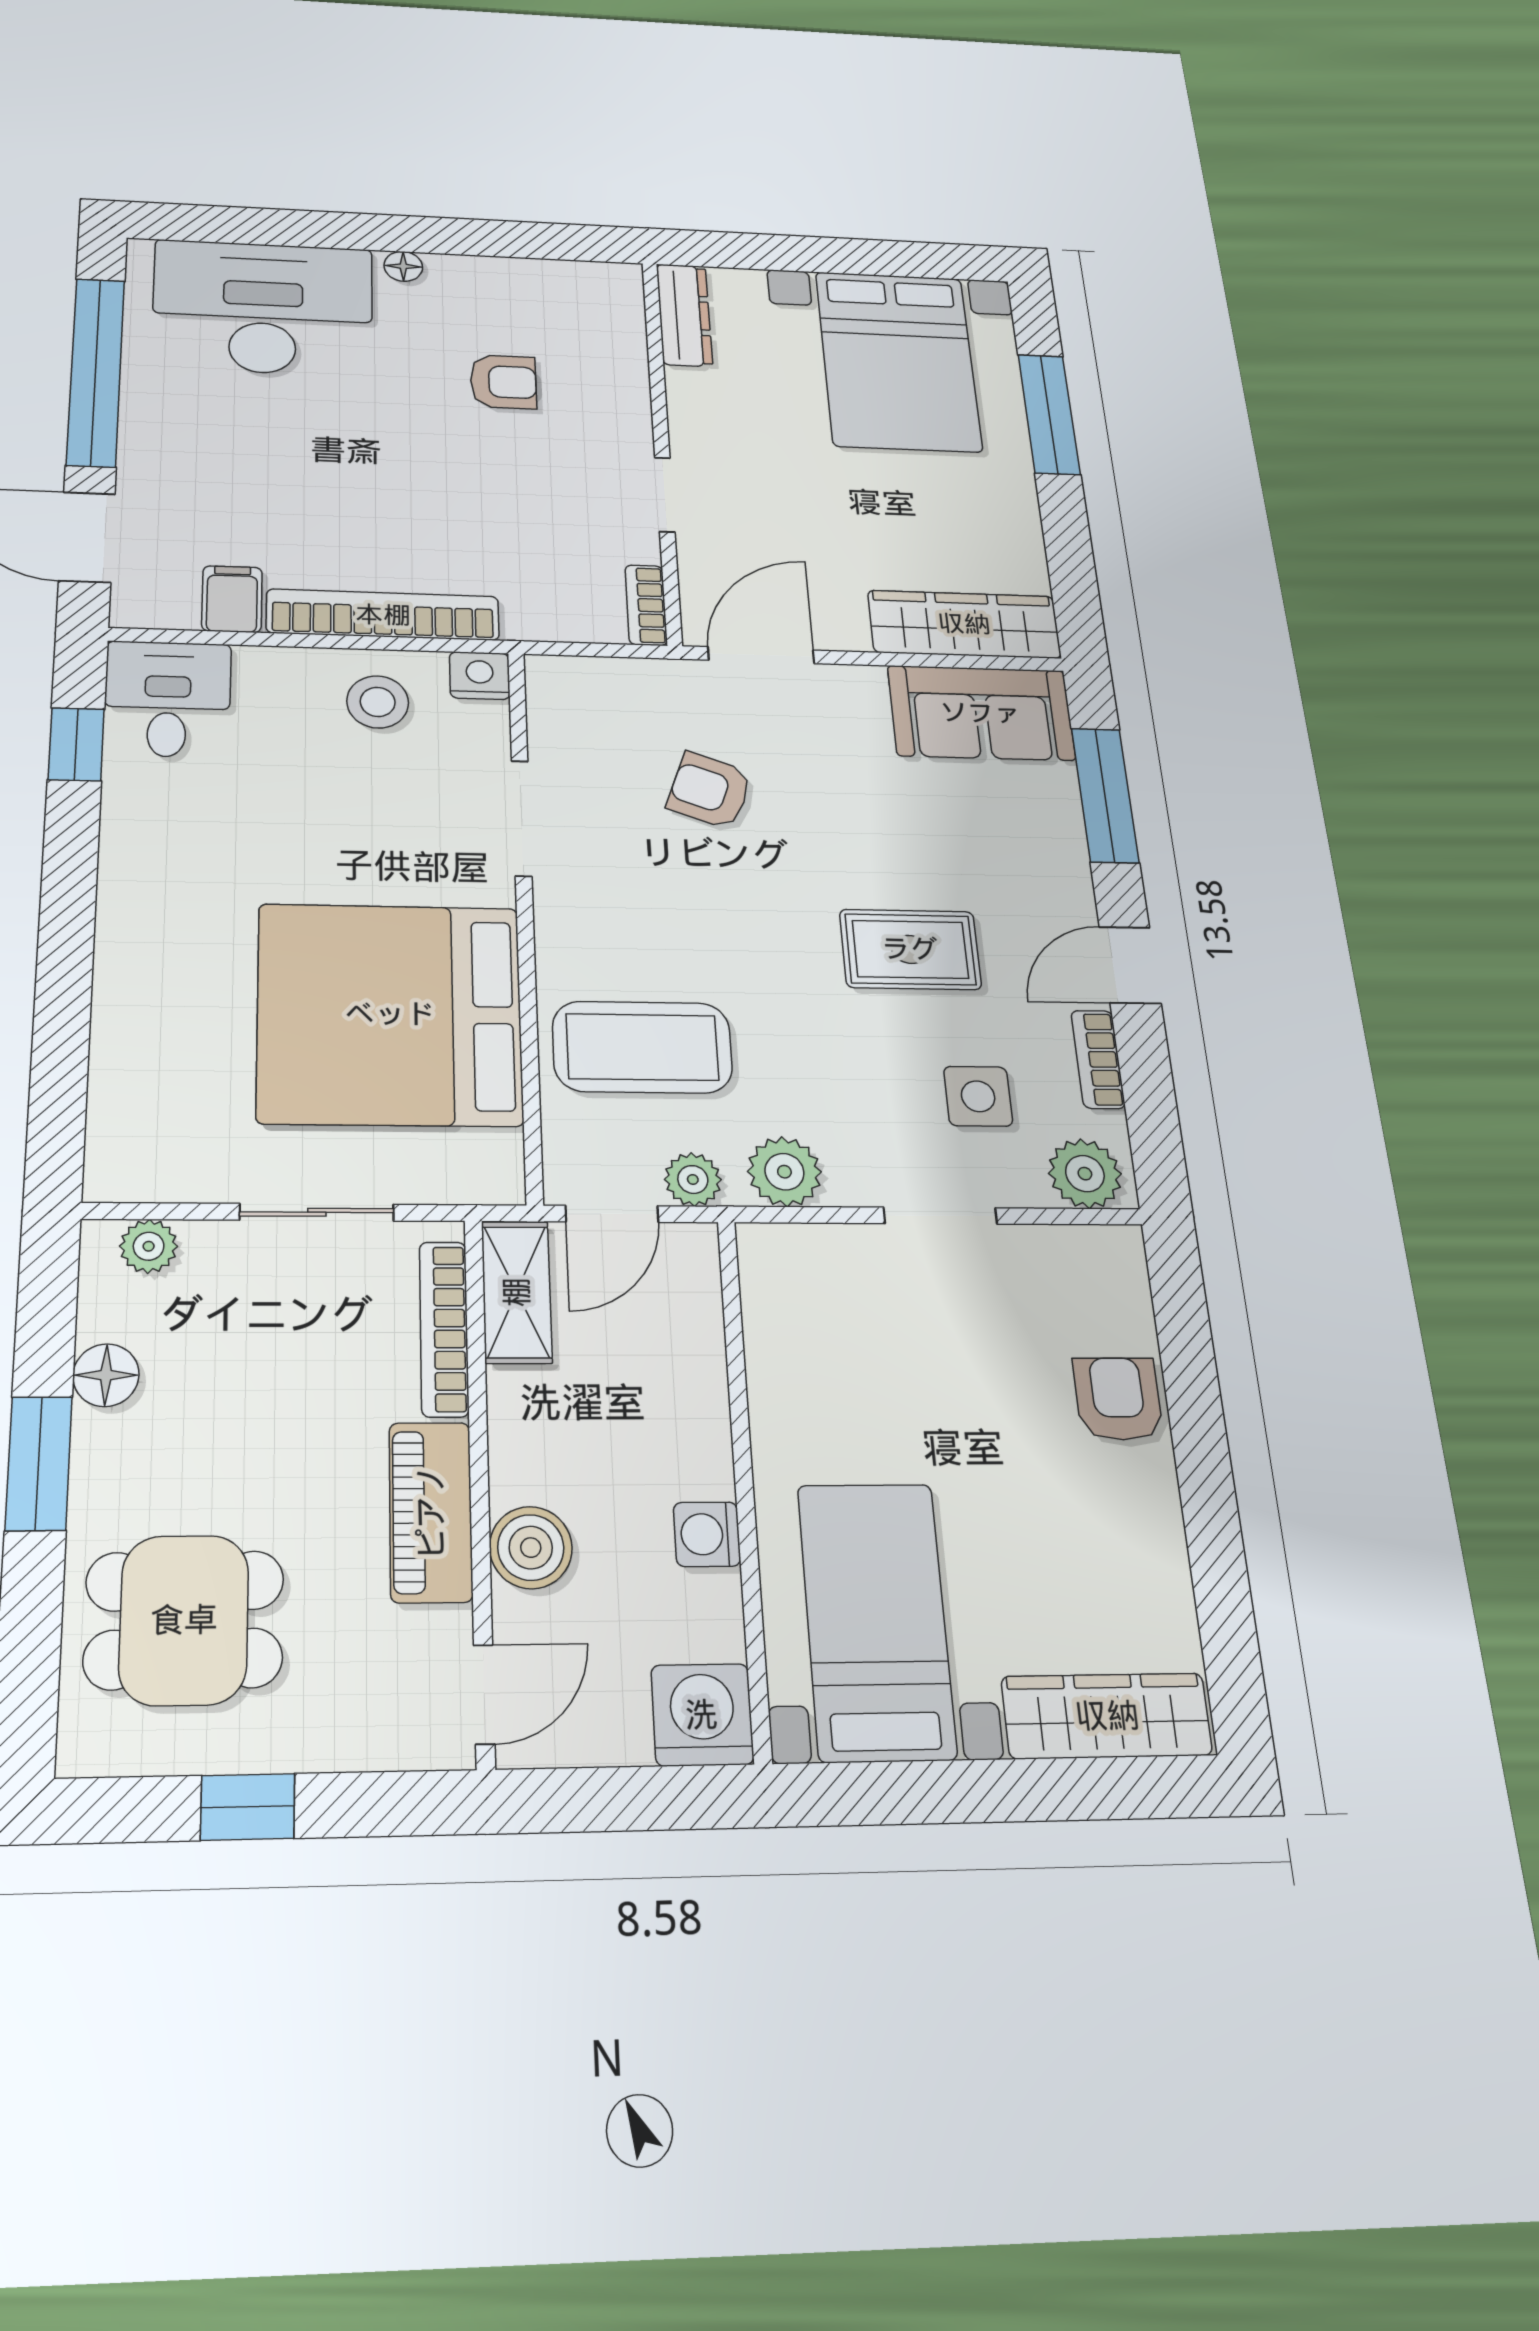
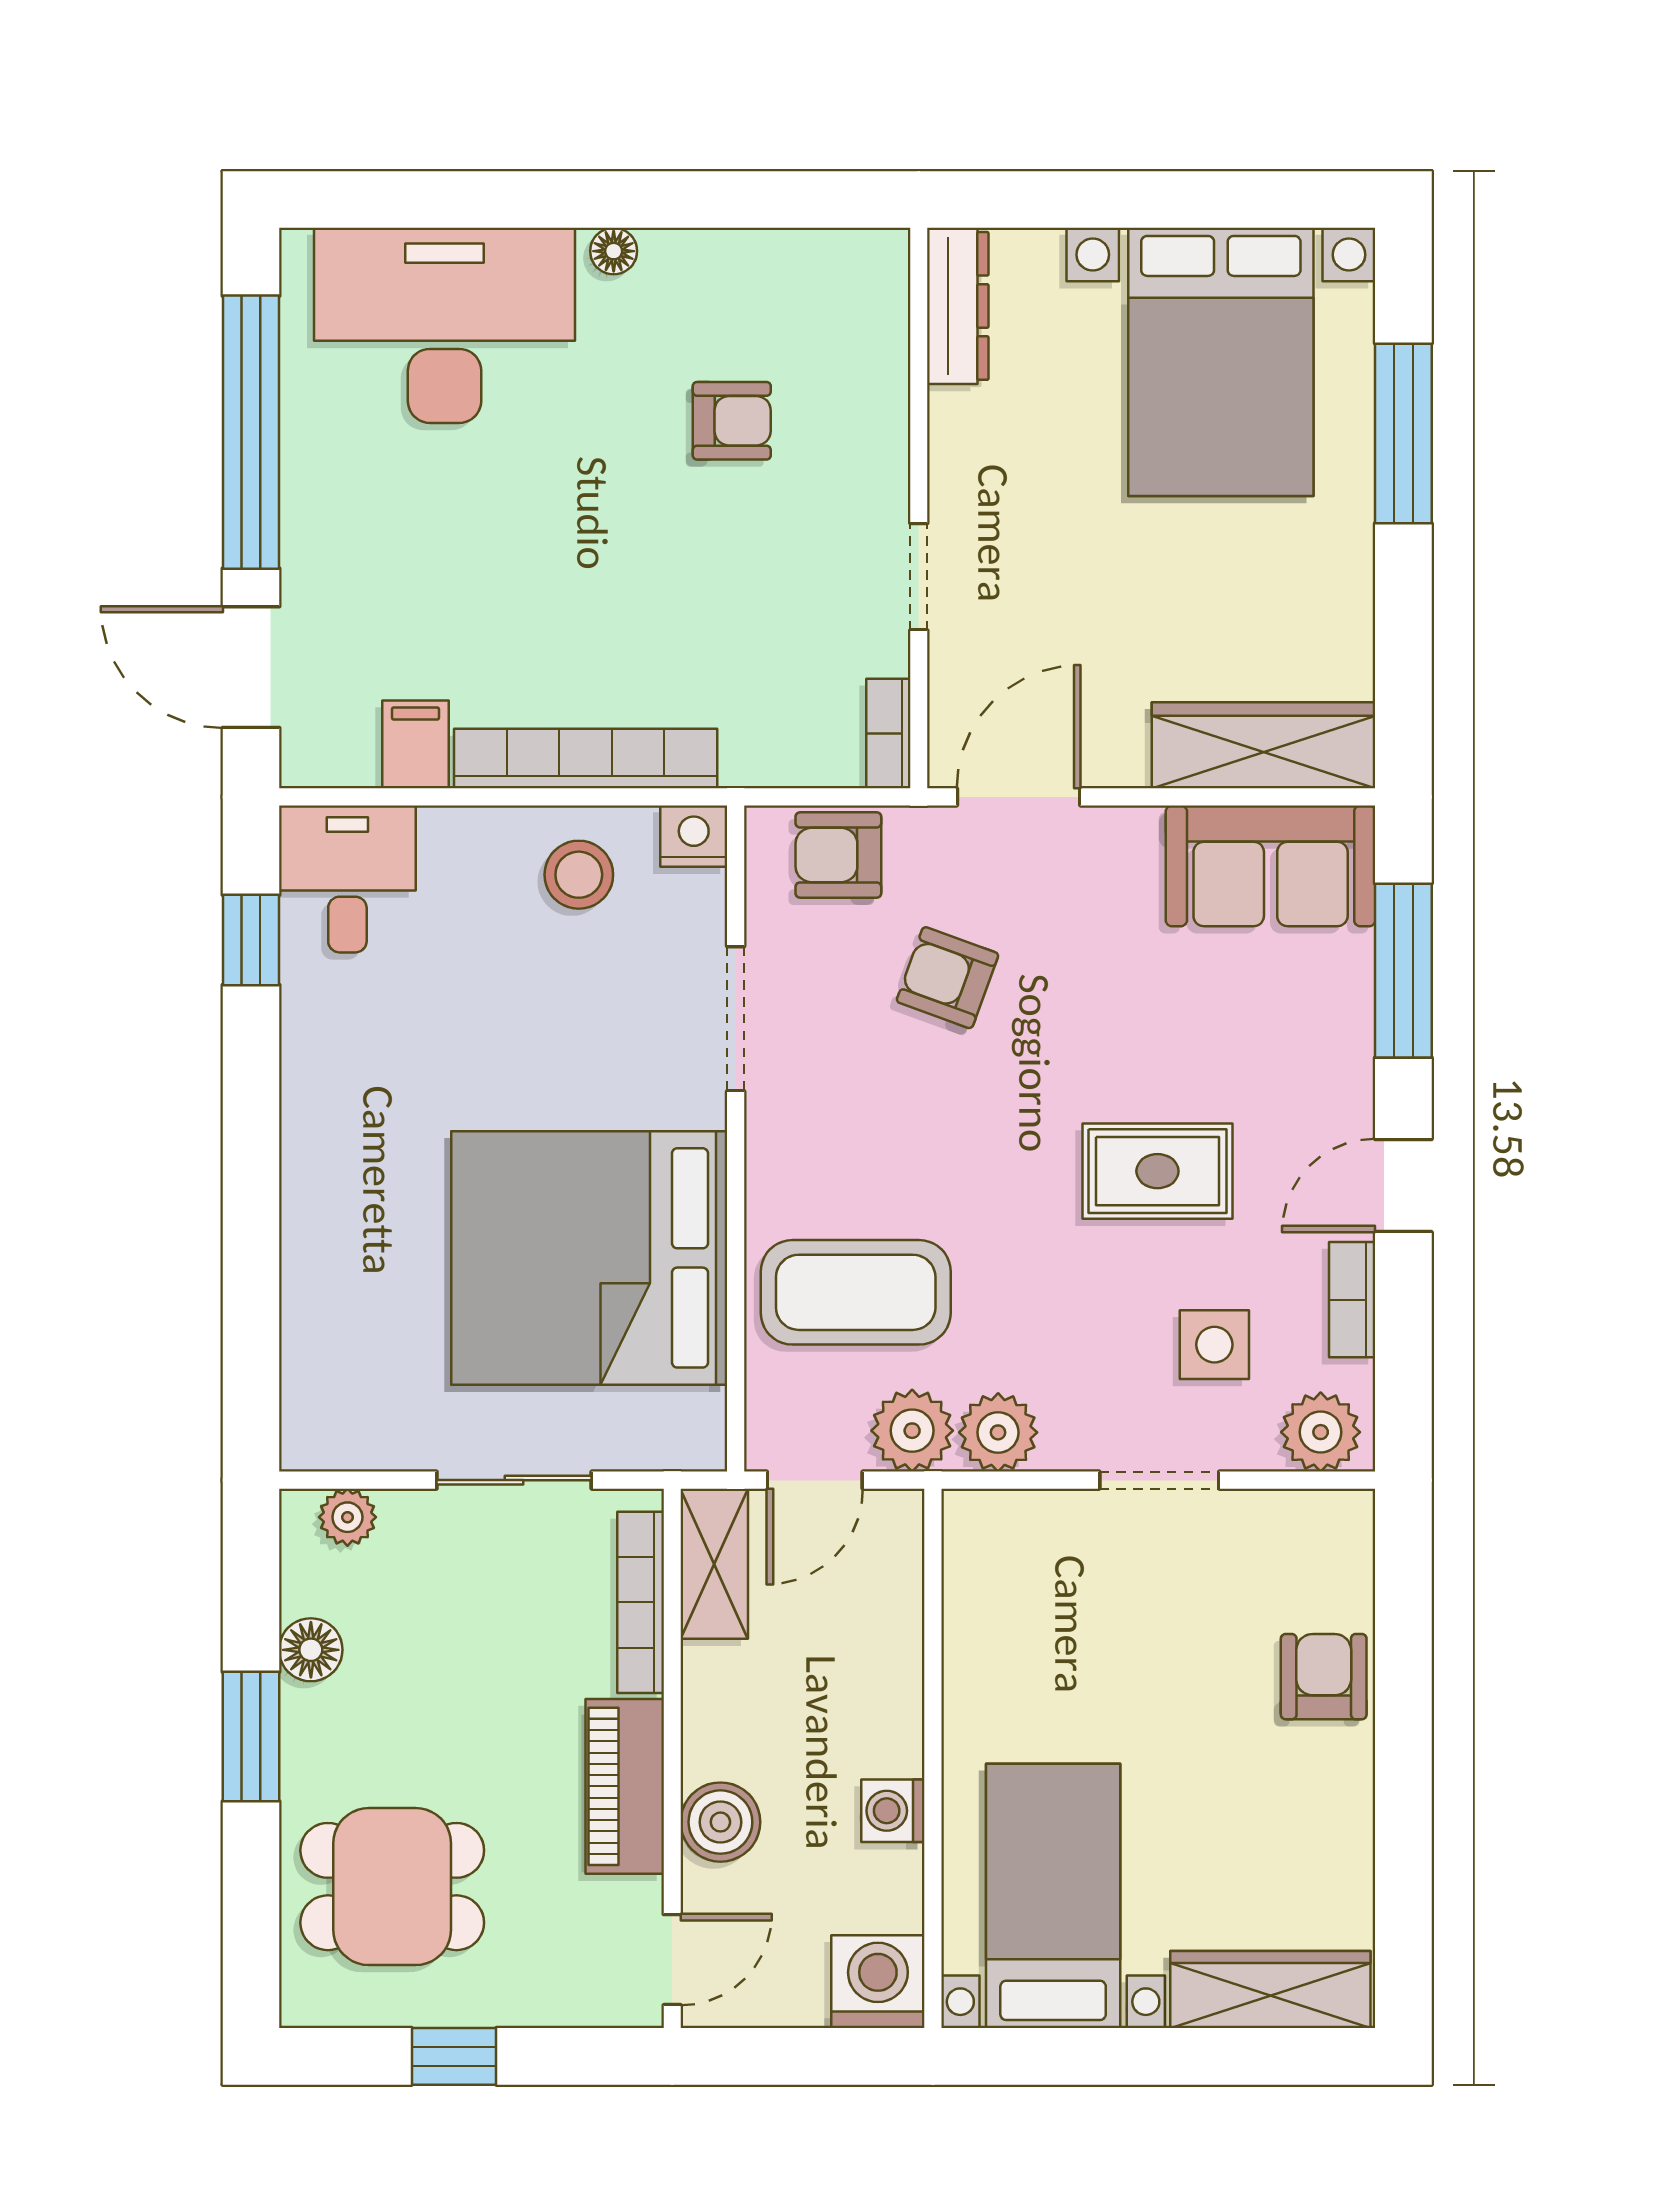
armchair: (608, 694) -> (838, 855), added
plant: (693, 1180) -> (912, 1431), width x1.38, depth x1.38

